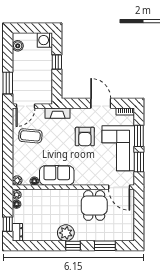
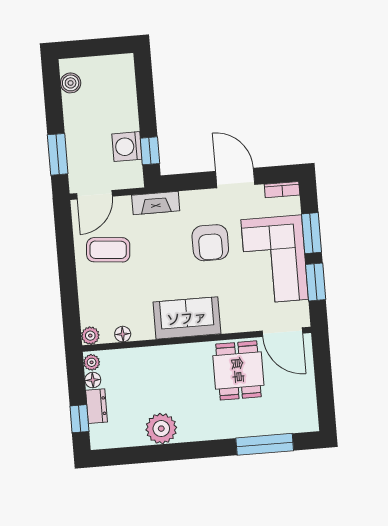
washing machine: (45, 40) -> (127, 147), moved
window: (57, 62) -> (150, 151), moved
sofa: (57, 175) -> (187, 318), moved
dresser: (17, 232) -> (97, 406), moved
plant: (66, 233) -> (161, 429), moved
window: (73, 246) -> (205, 449), removed
window: (105, 246) -> (265, 444), width x1.44

